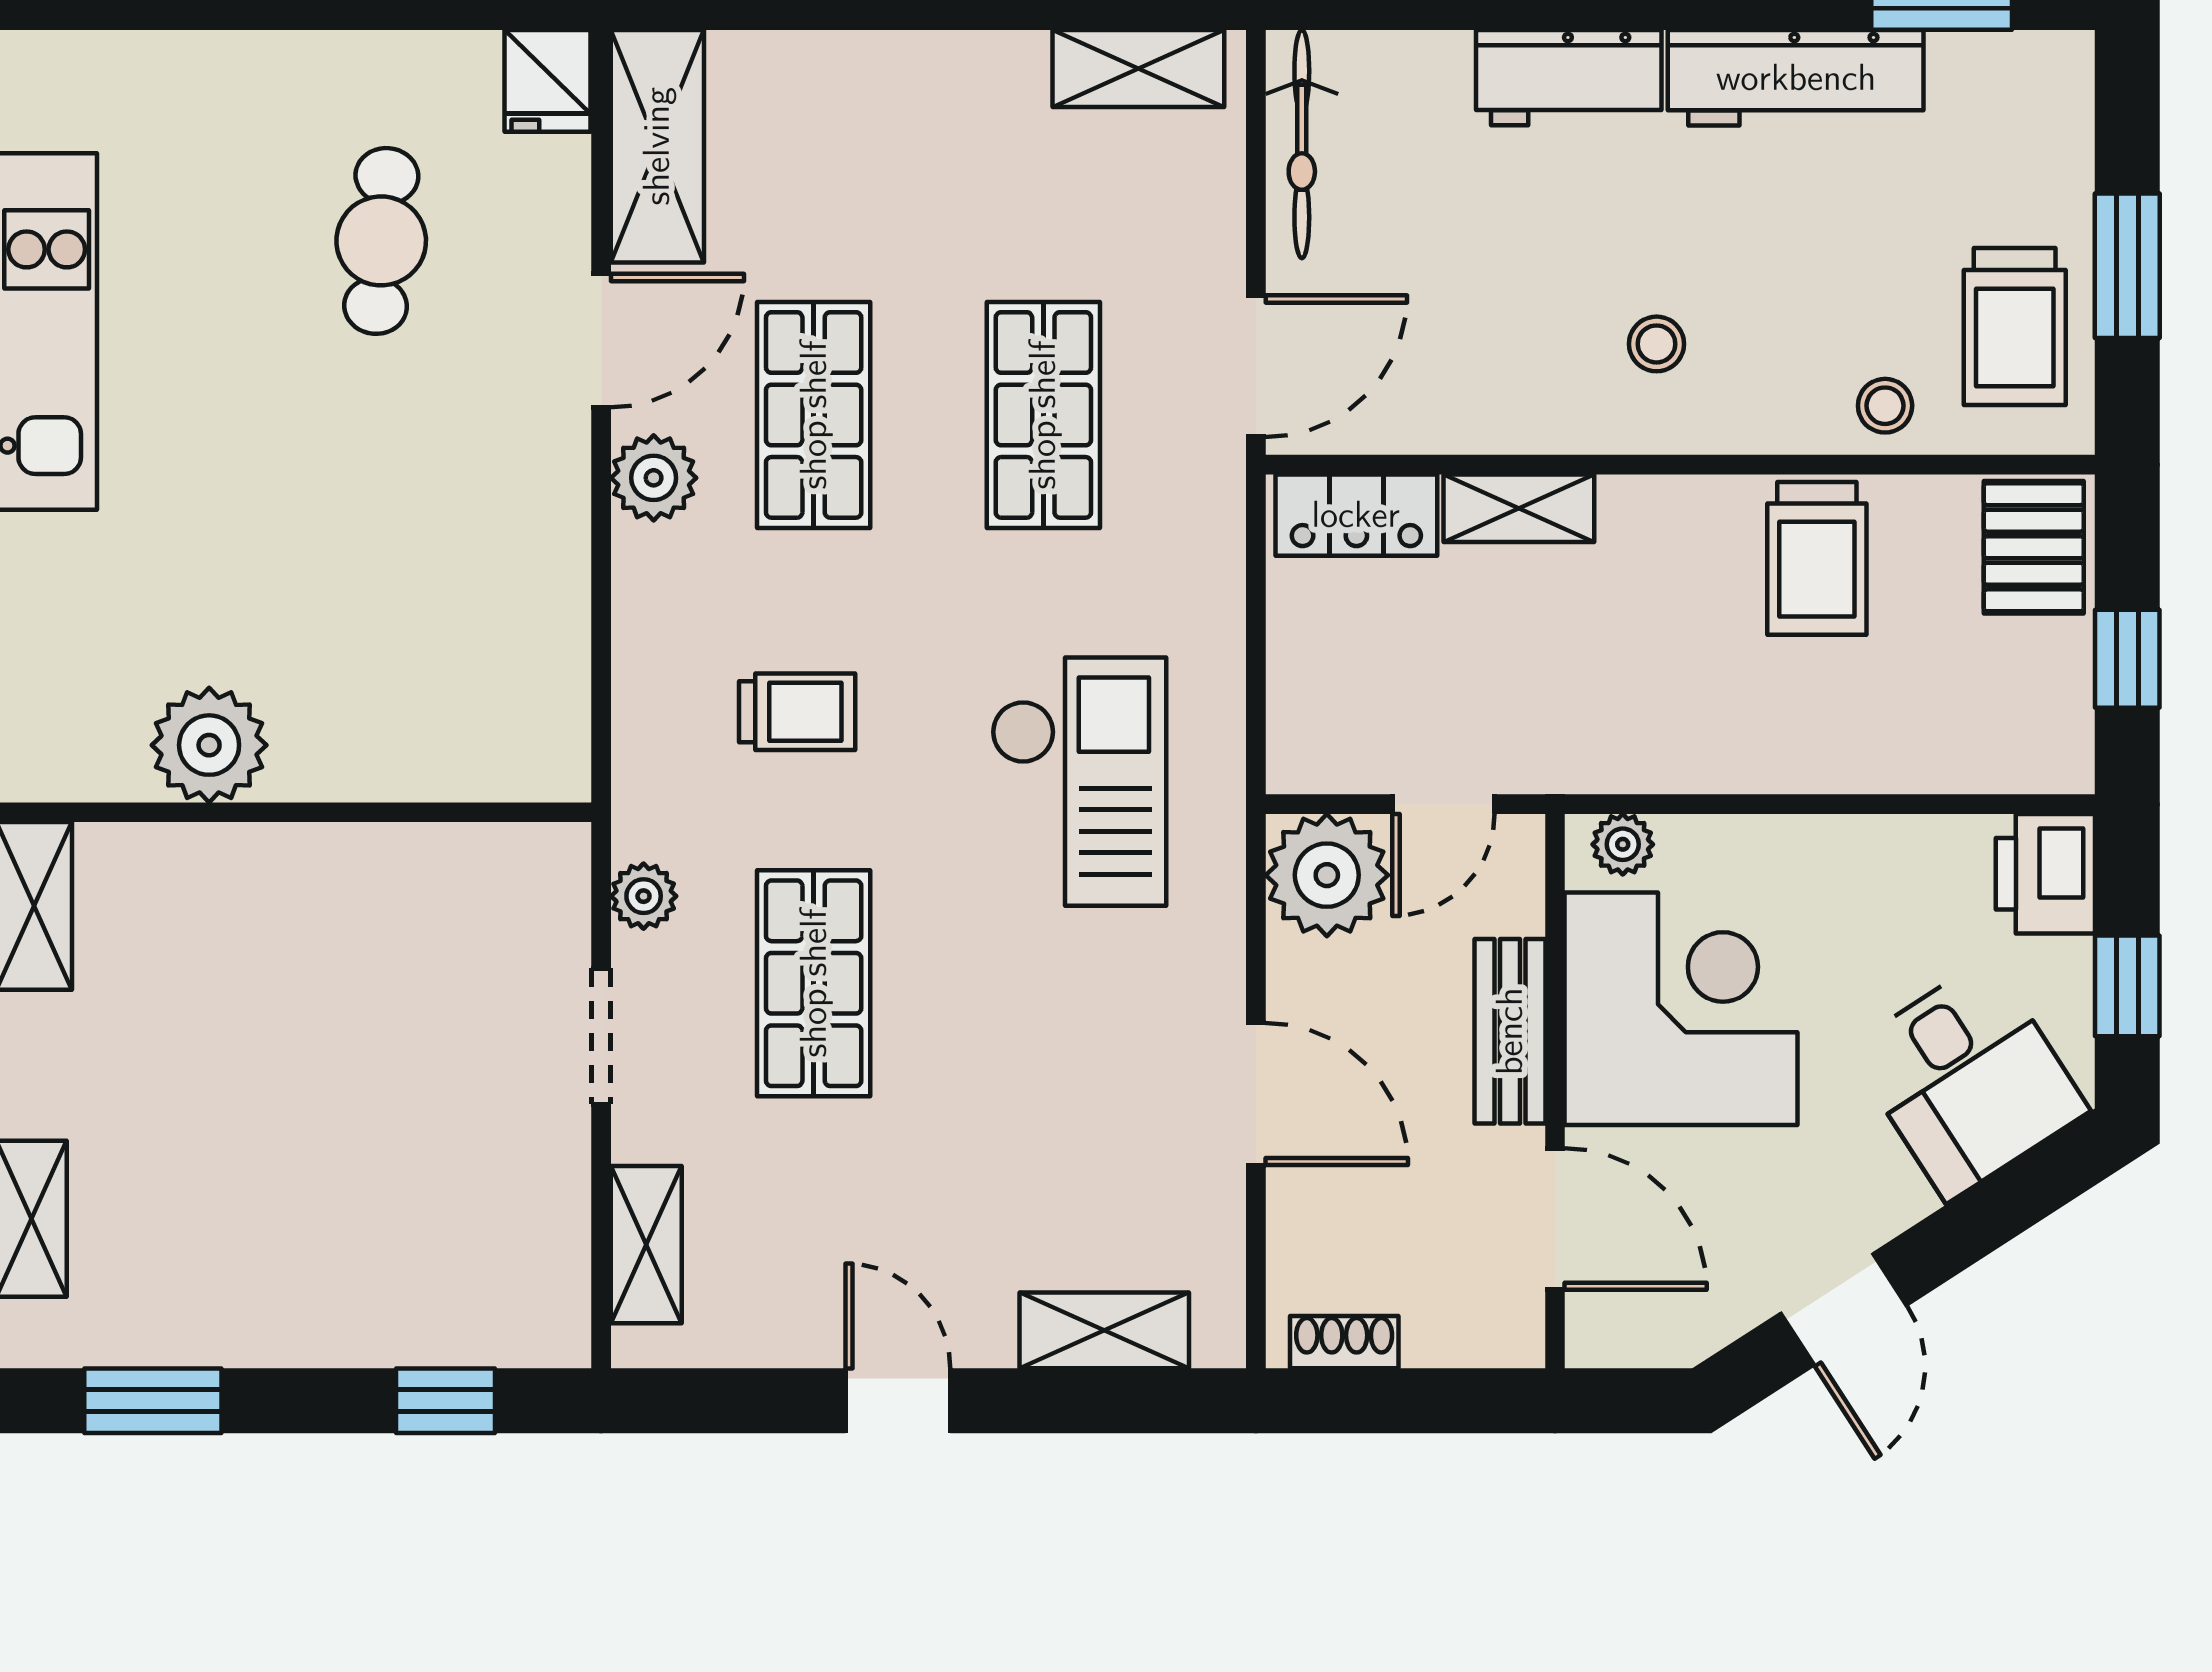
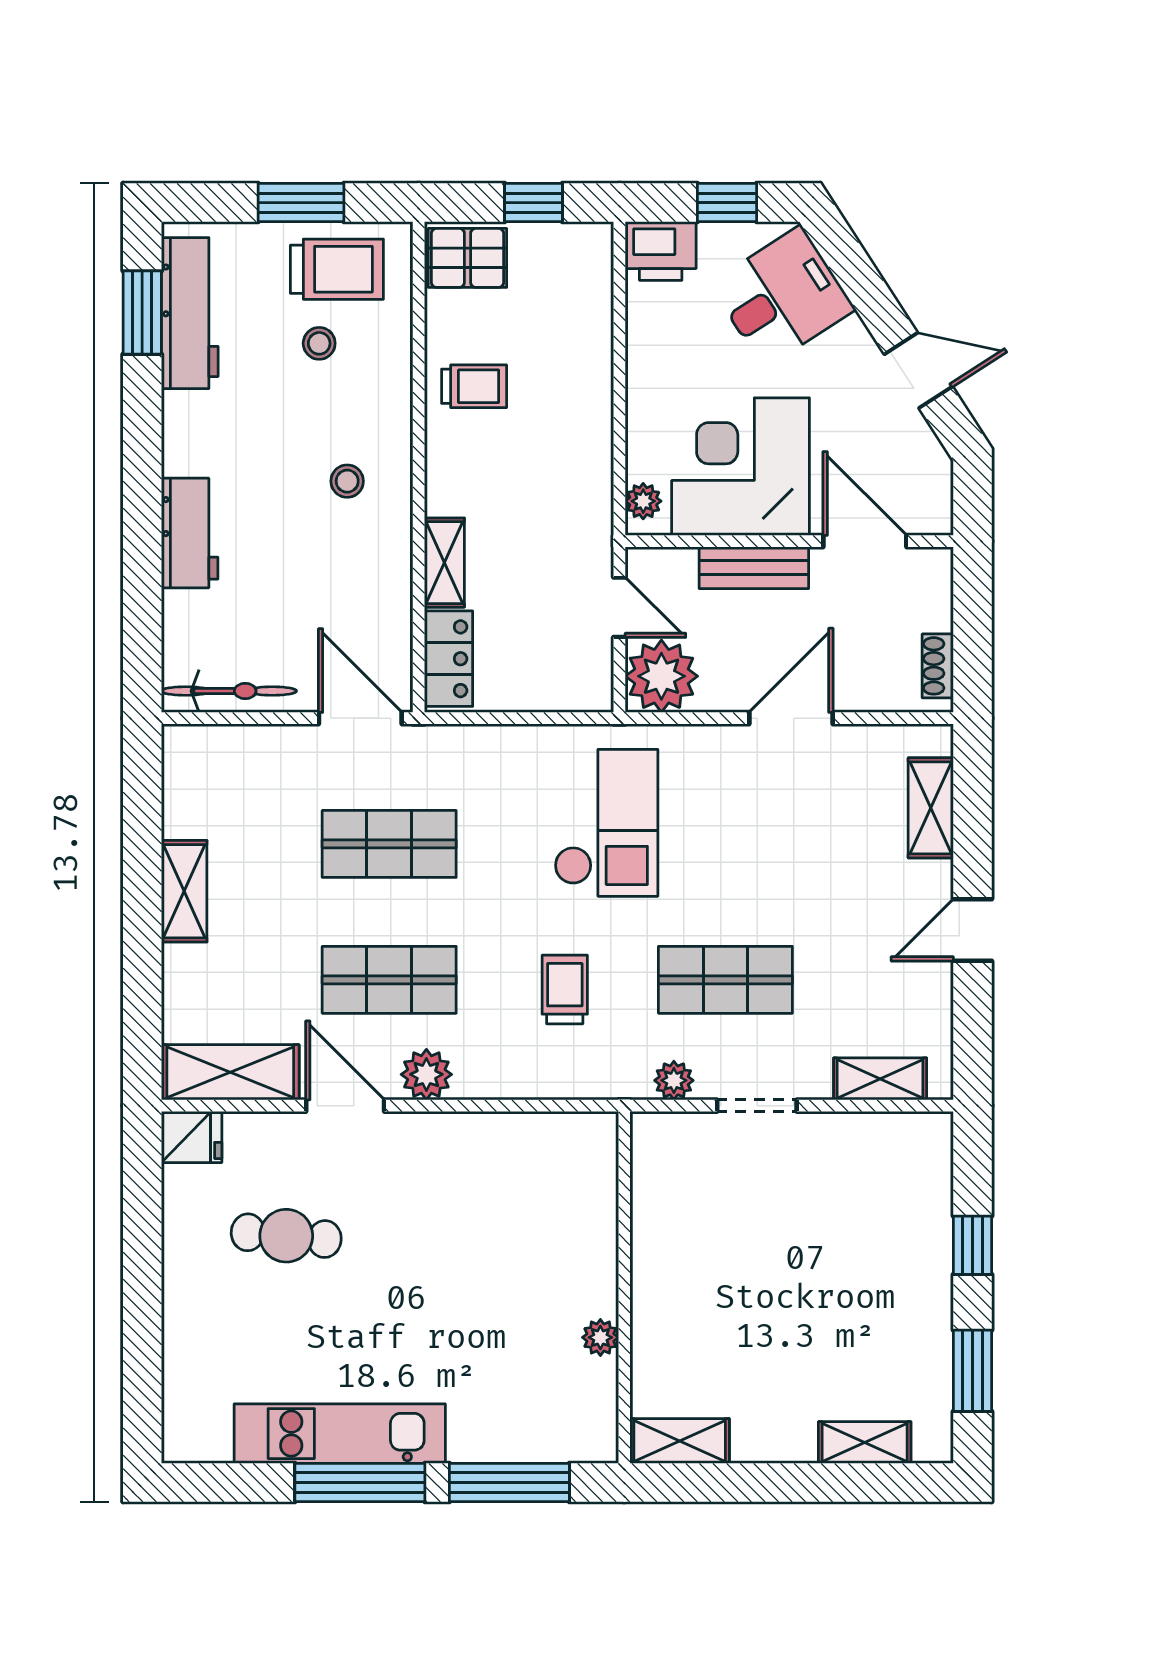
shelving: (1138, 68) -> (184, 891), moved
workbench: (1796, 78) -> (190, 313), moved
stool: (1885, 406) -> (319, 343), moved
trolley: (1817, 558) -> (474, 386), width x0.73, depth x0.72
plant: (209, 745) -> (600, 1337), width x0.53, depth x0.53
checkout: (1079, 782) -> (606, 823), turned 90
door: (1555, 1219) -> (865, 541), hinge flipped
window: (445, 1401) -> (972, 1245), moved

